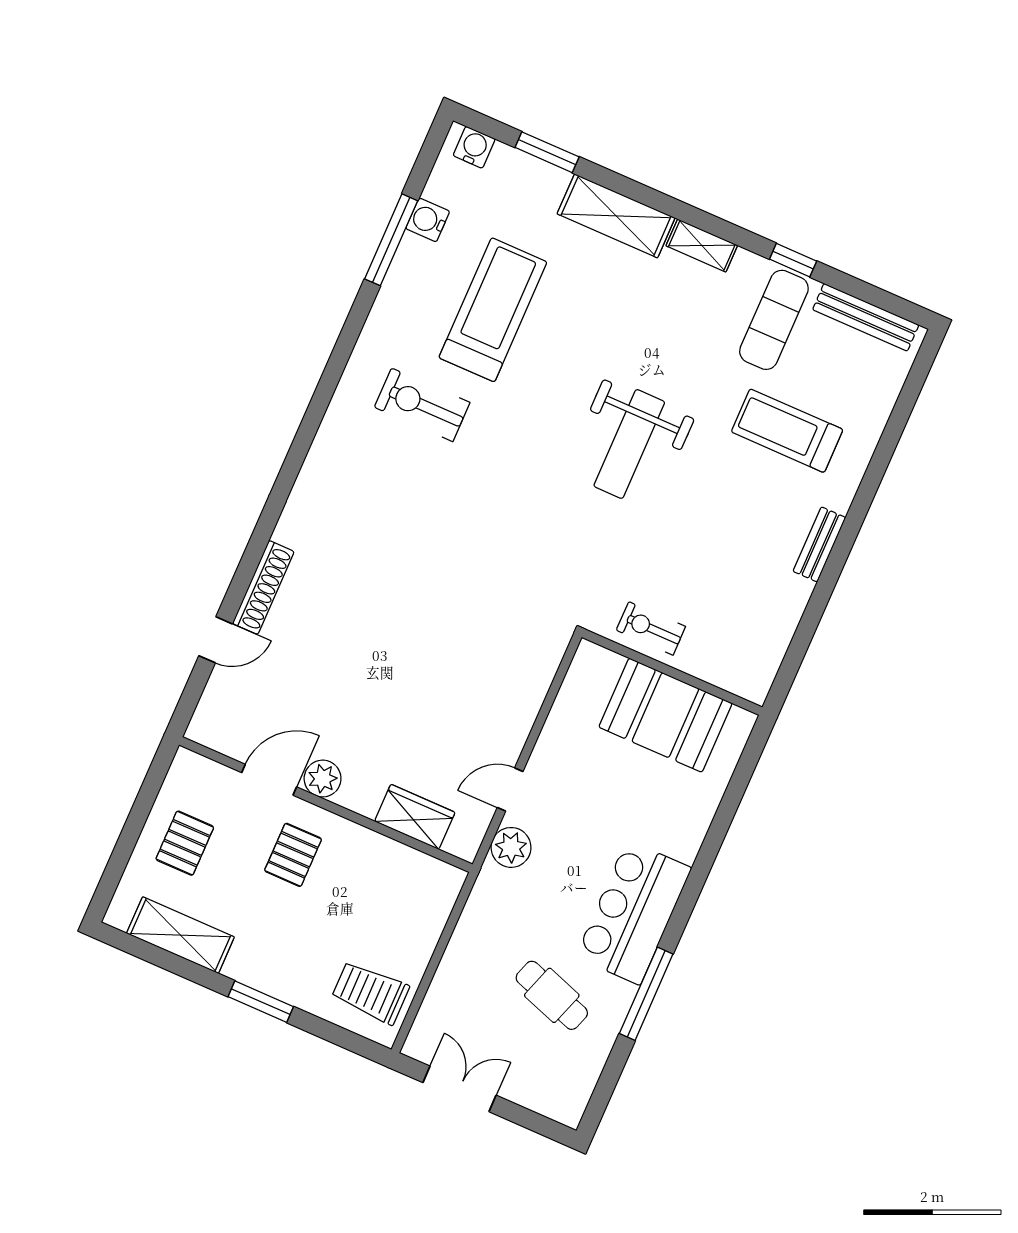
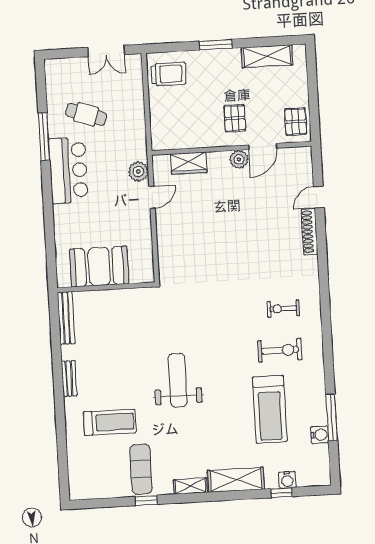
water cooler: (474, 147) -> (287, 480), moved
window: (547, 152) -> (282, 493), width x0.67
bench: (866, 317) -> (66, 318), moved, turned 90
exercise bike: (651, 628) -> (283, 309), moved, turned 180
pallet: (185, 843) -> (296, 122), moved

